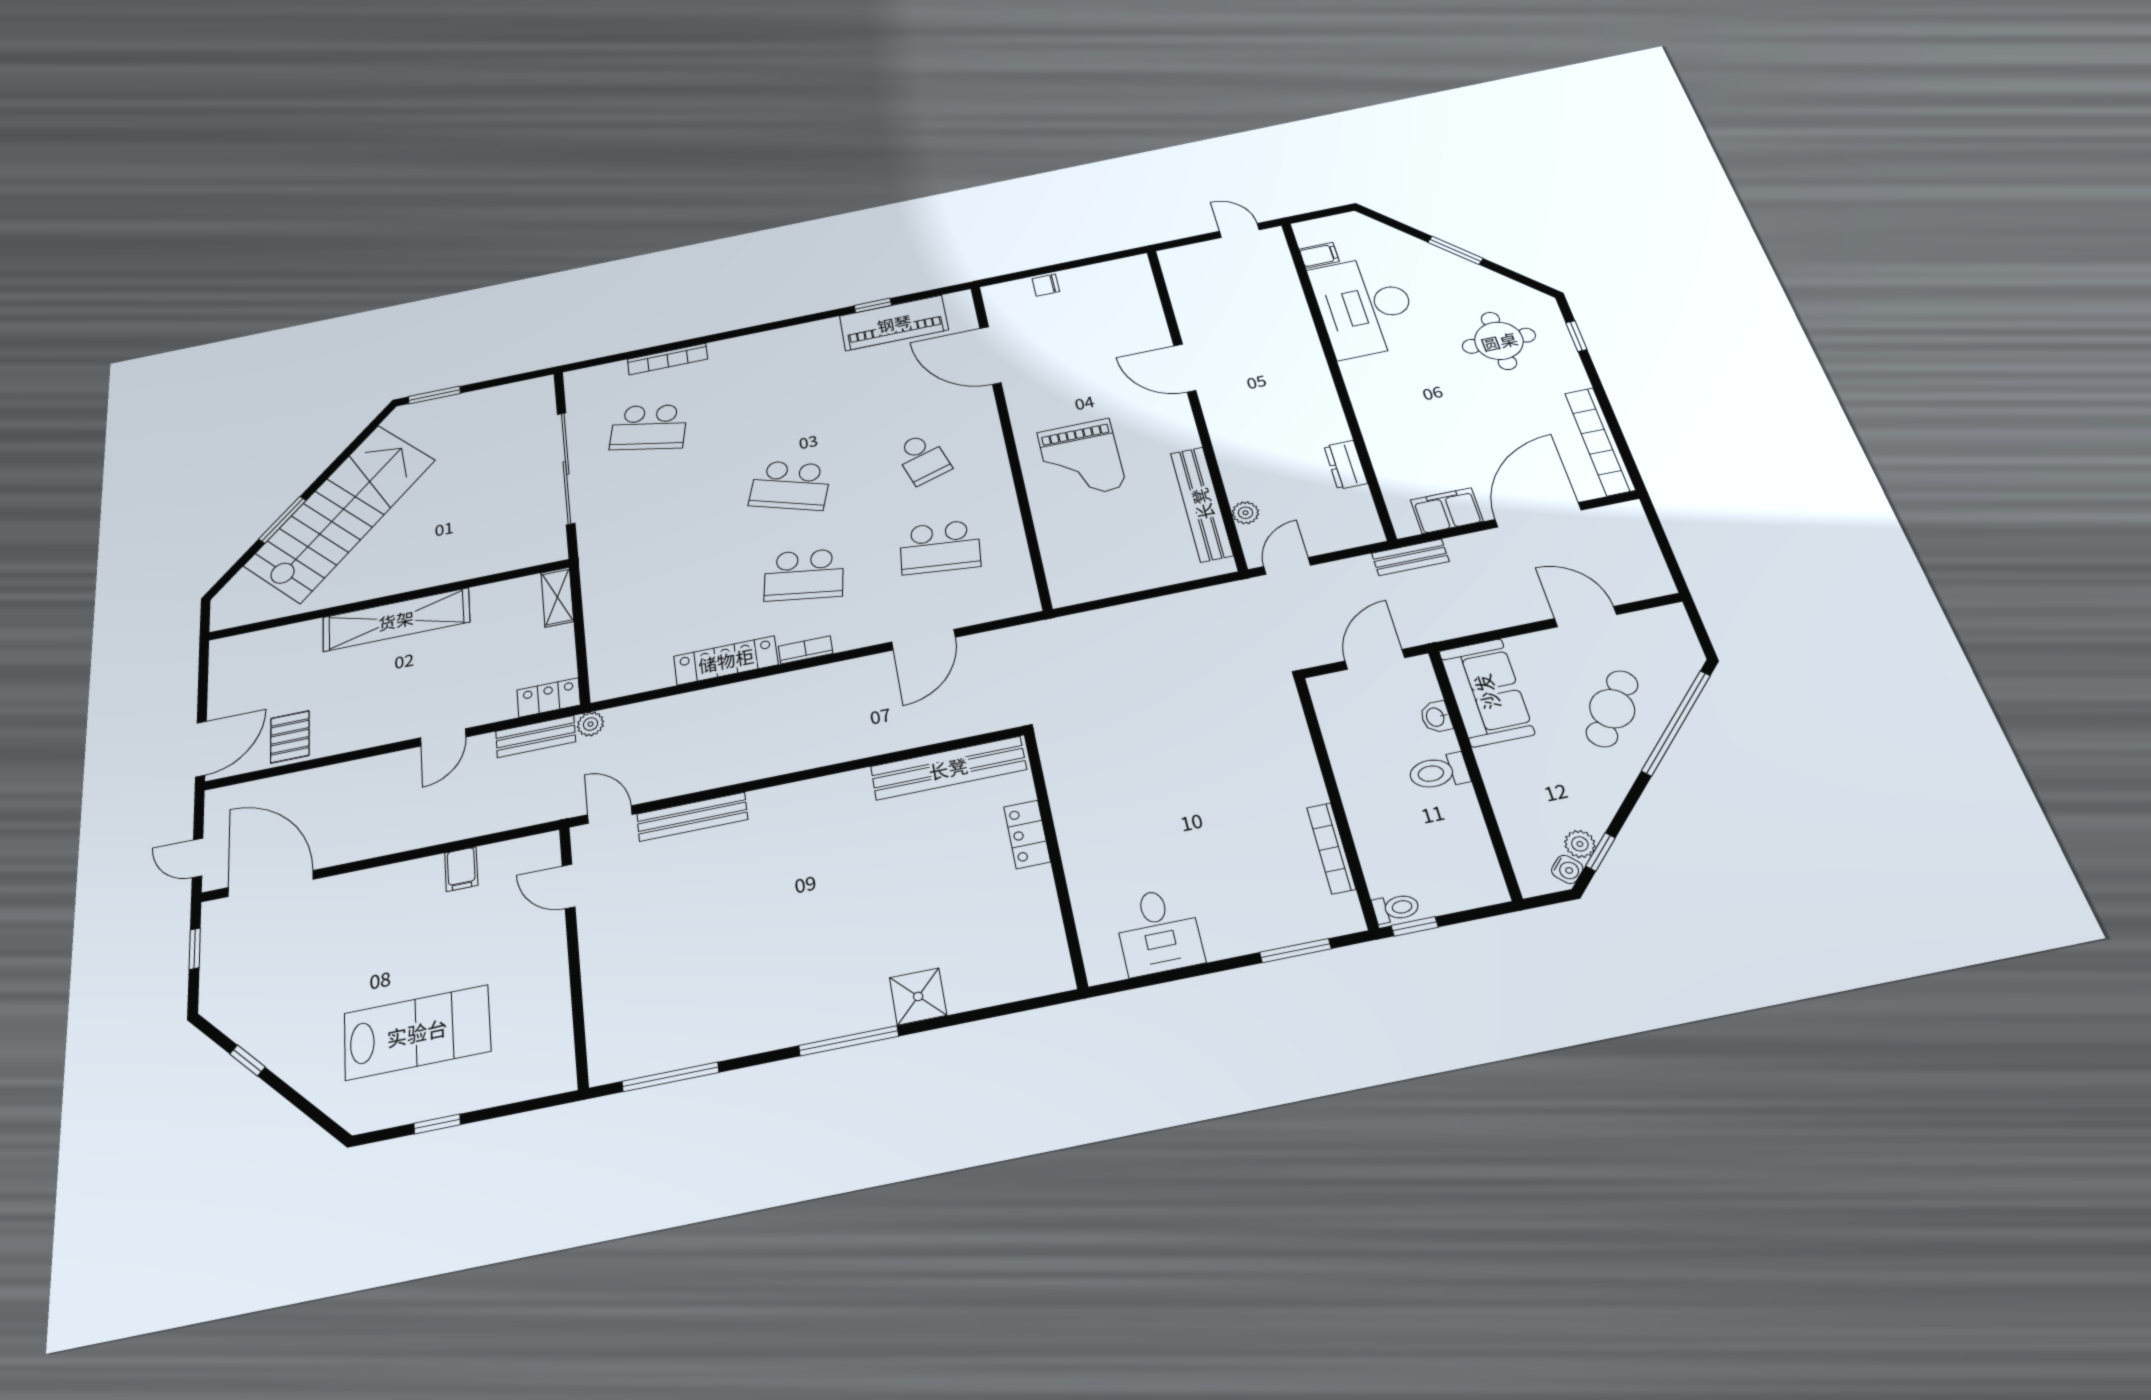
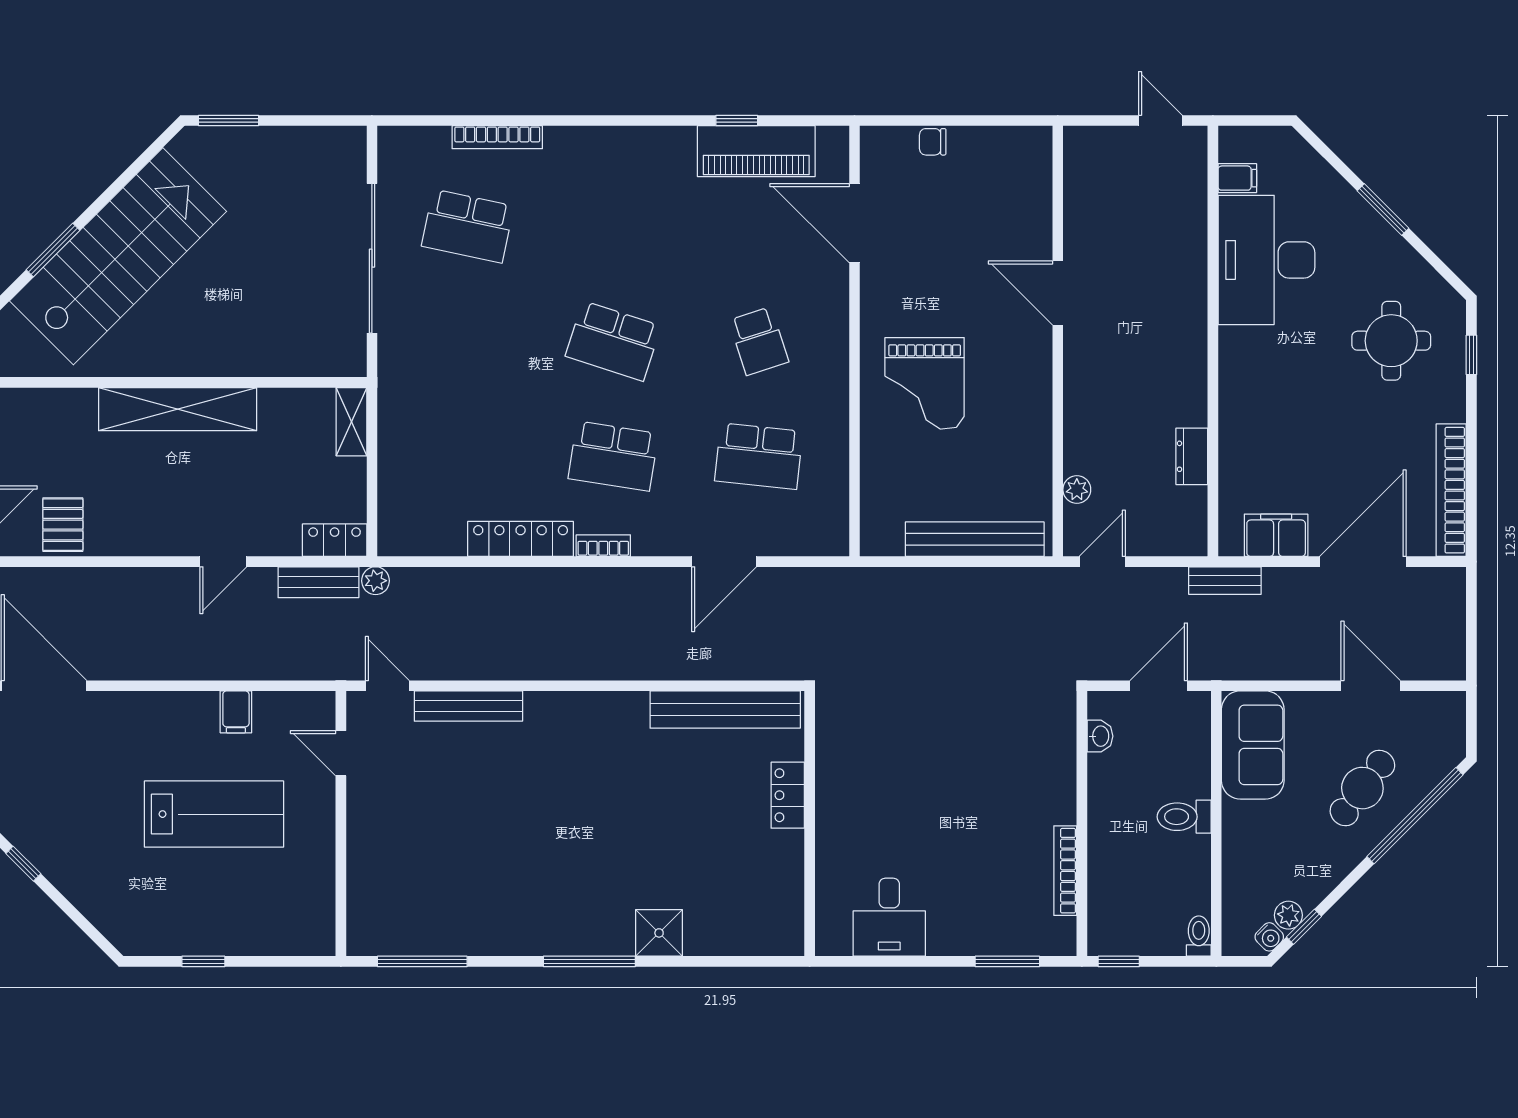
bench: (1202, 504) -> (975, 539), moved, turned 90
washbasin: (1436, 717) -> (1100, 736), moved, turned 180
toilet: (1396, 908) -> (1199, 936), moved, turned -90
lab bench: (417, 1032) -> (214, 814), moved

